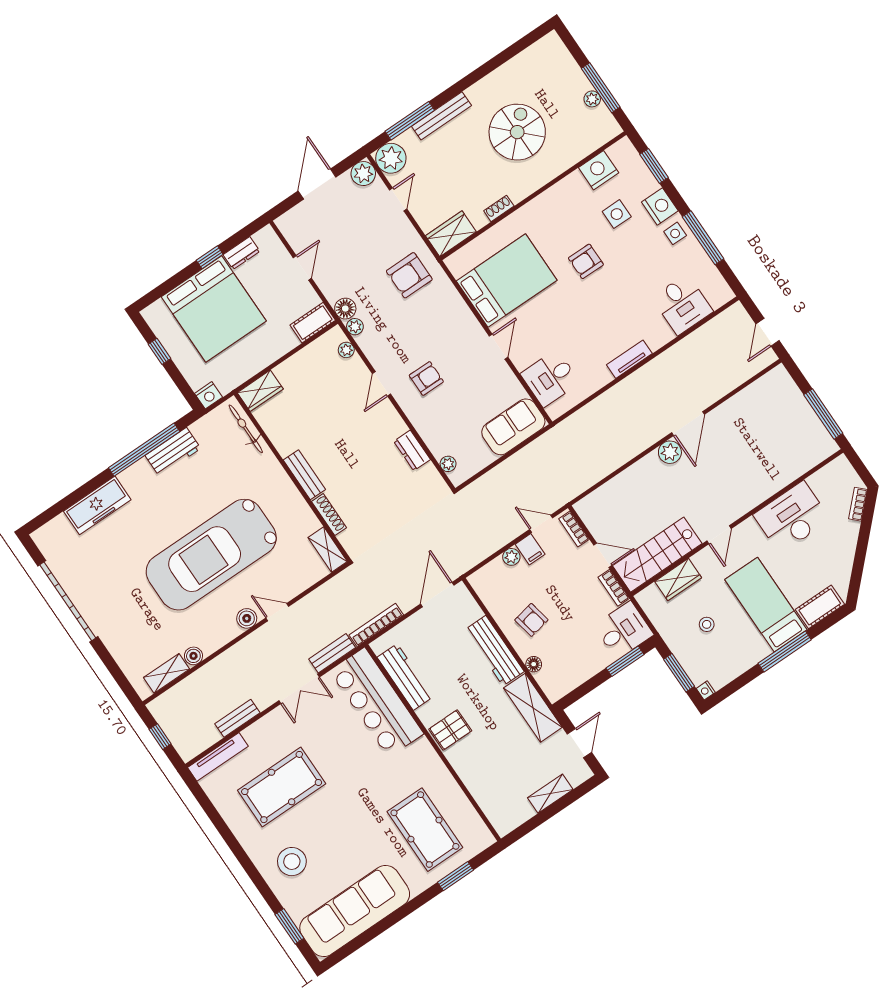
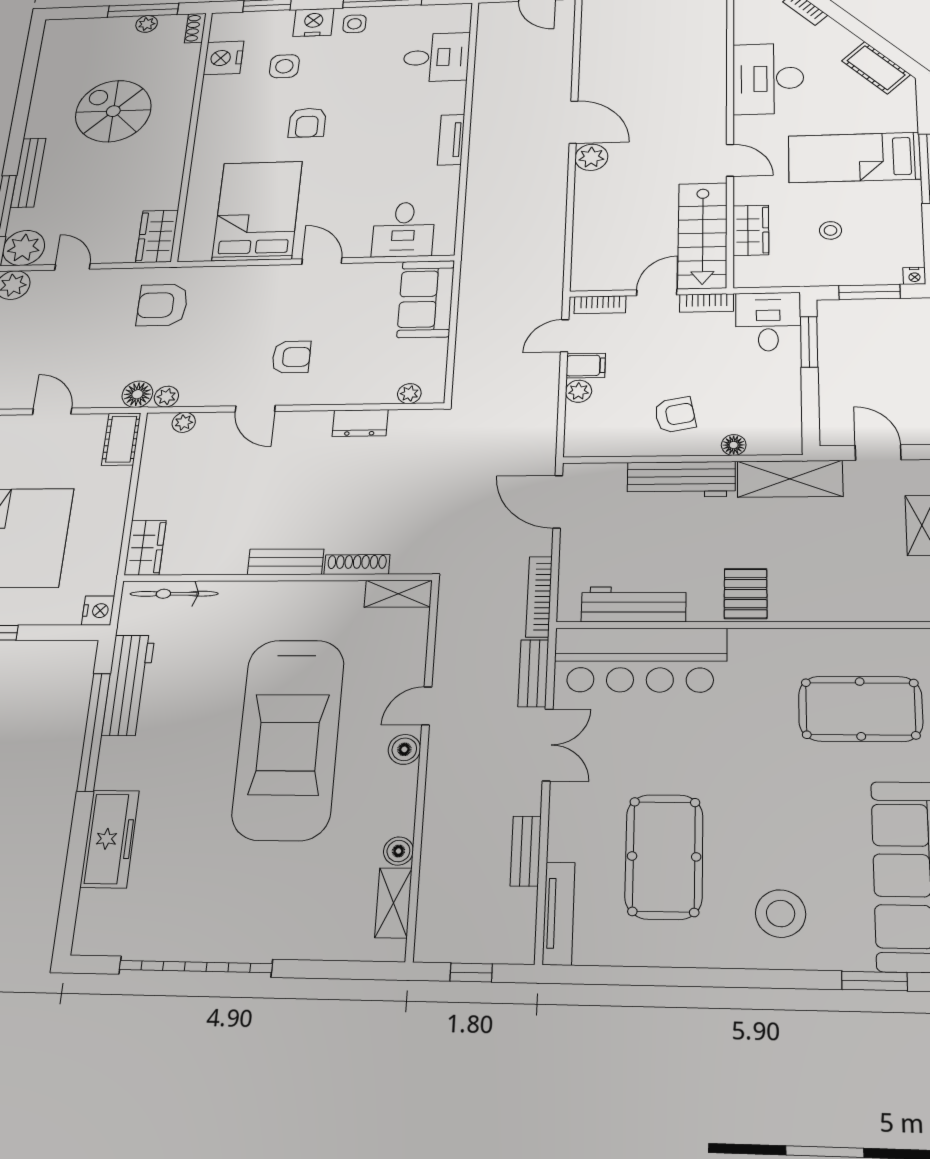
shoe rack: (499, 208) -> (195, 28), moved
armchair: (409, 275) -> (162, 305), turned 90
armchair: (426, 378) -> (291, 357), turned 90
workbench: (173, 452) -> (128, 685), width x1.38
cot: (820, 607) -> (876, 68), moved, turned -45

